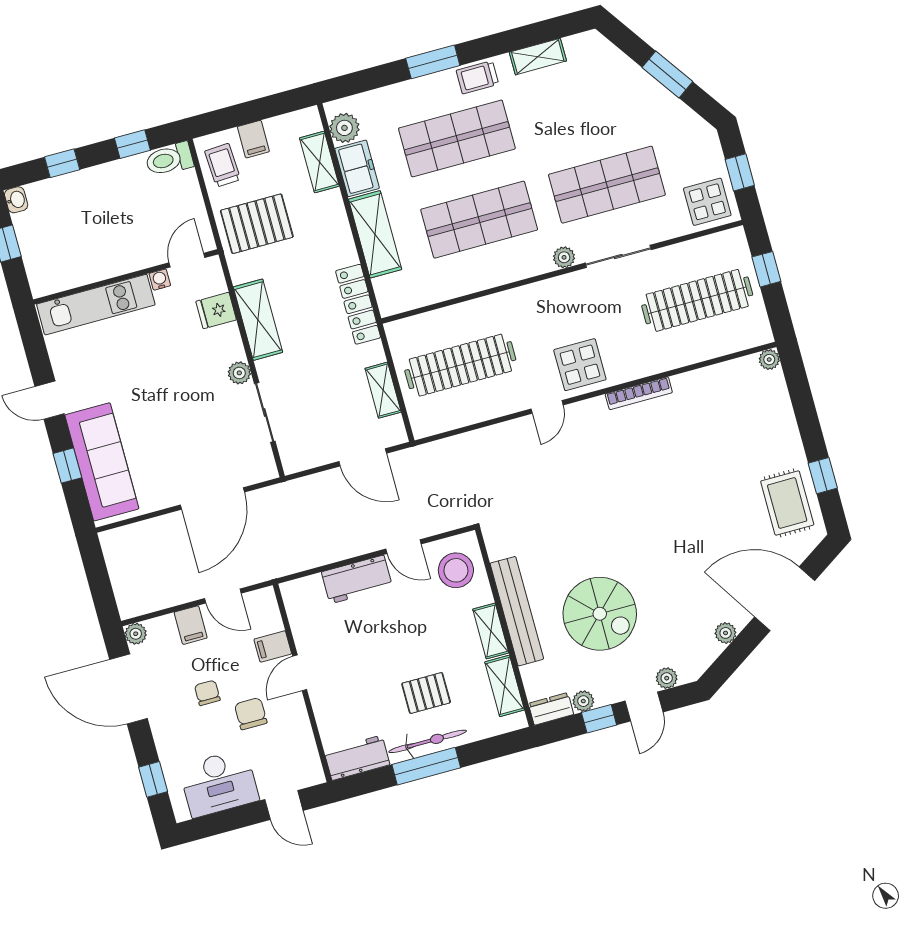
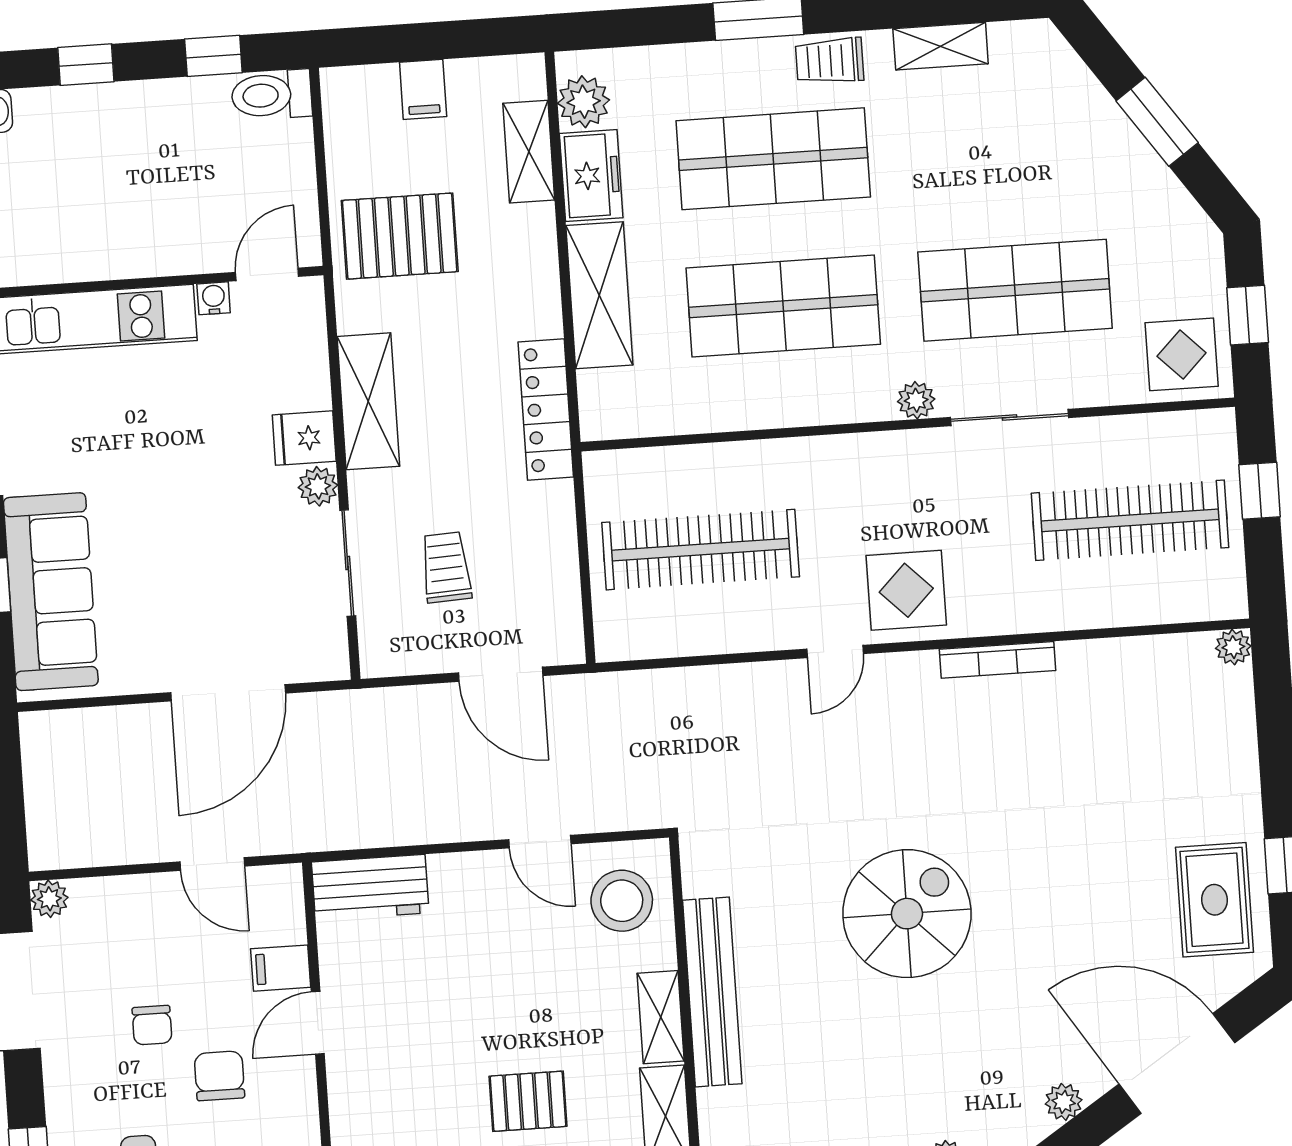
trolley: (223, 165) -> (446, 567), moved
fridge: (216, 311) -> (304, 438), moved
shelving: (383, 390) -> (559, 566), removed
workbench: (357, 579) -> (370, 887), moved
spiral stairs: (600, 614) -> (907, 914), moved, turned -90
filing cabinet: (191, 625) -> (147, 903), removed
chair: (207, 693) -> (152, 1025), turned 180

